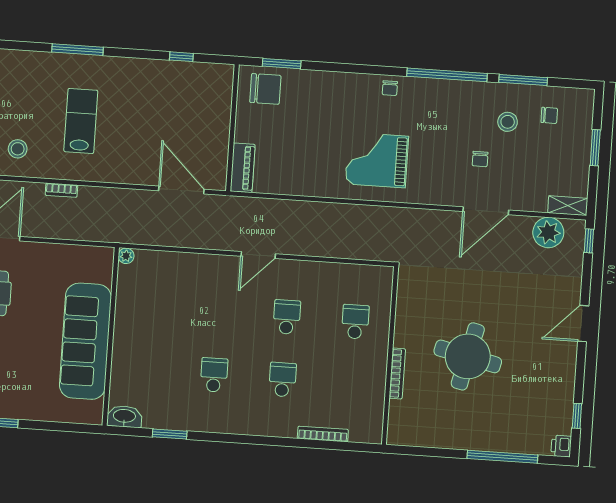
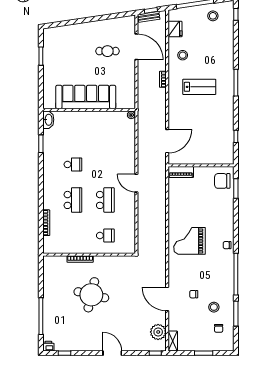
chair: (265, 89) -> (222, 181), turned 90
grand piano: (377, 160) -> (189, 241), turned -90
school desk: (287, 317) -> (105, 200), width x1.85
school desk: (282, 380) -> (73, 200), width x1.85

